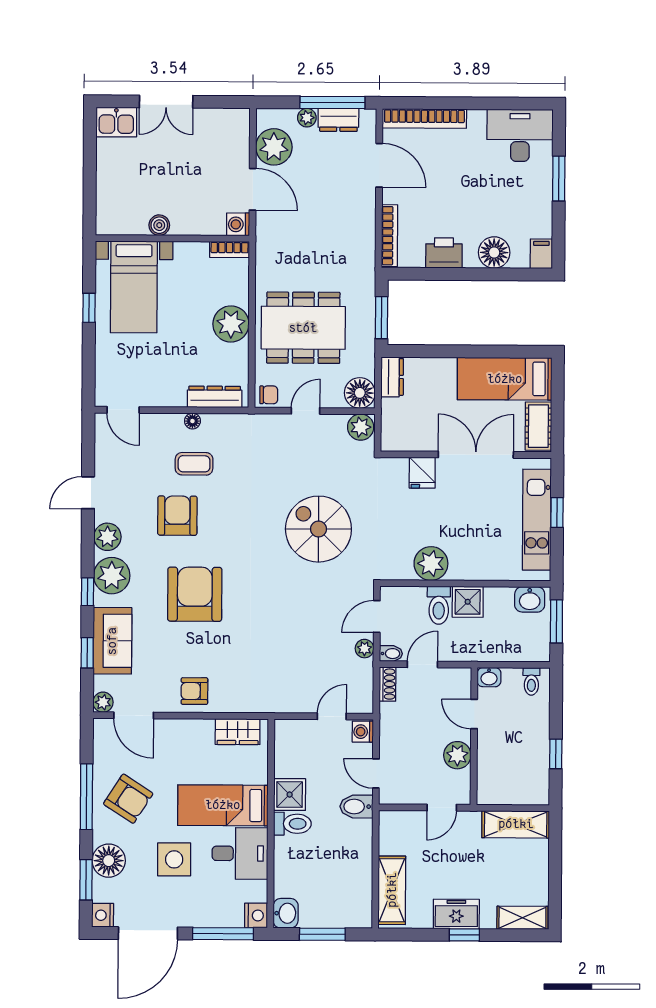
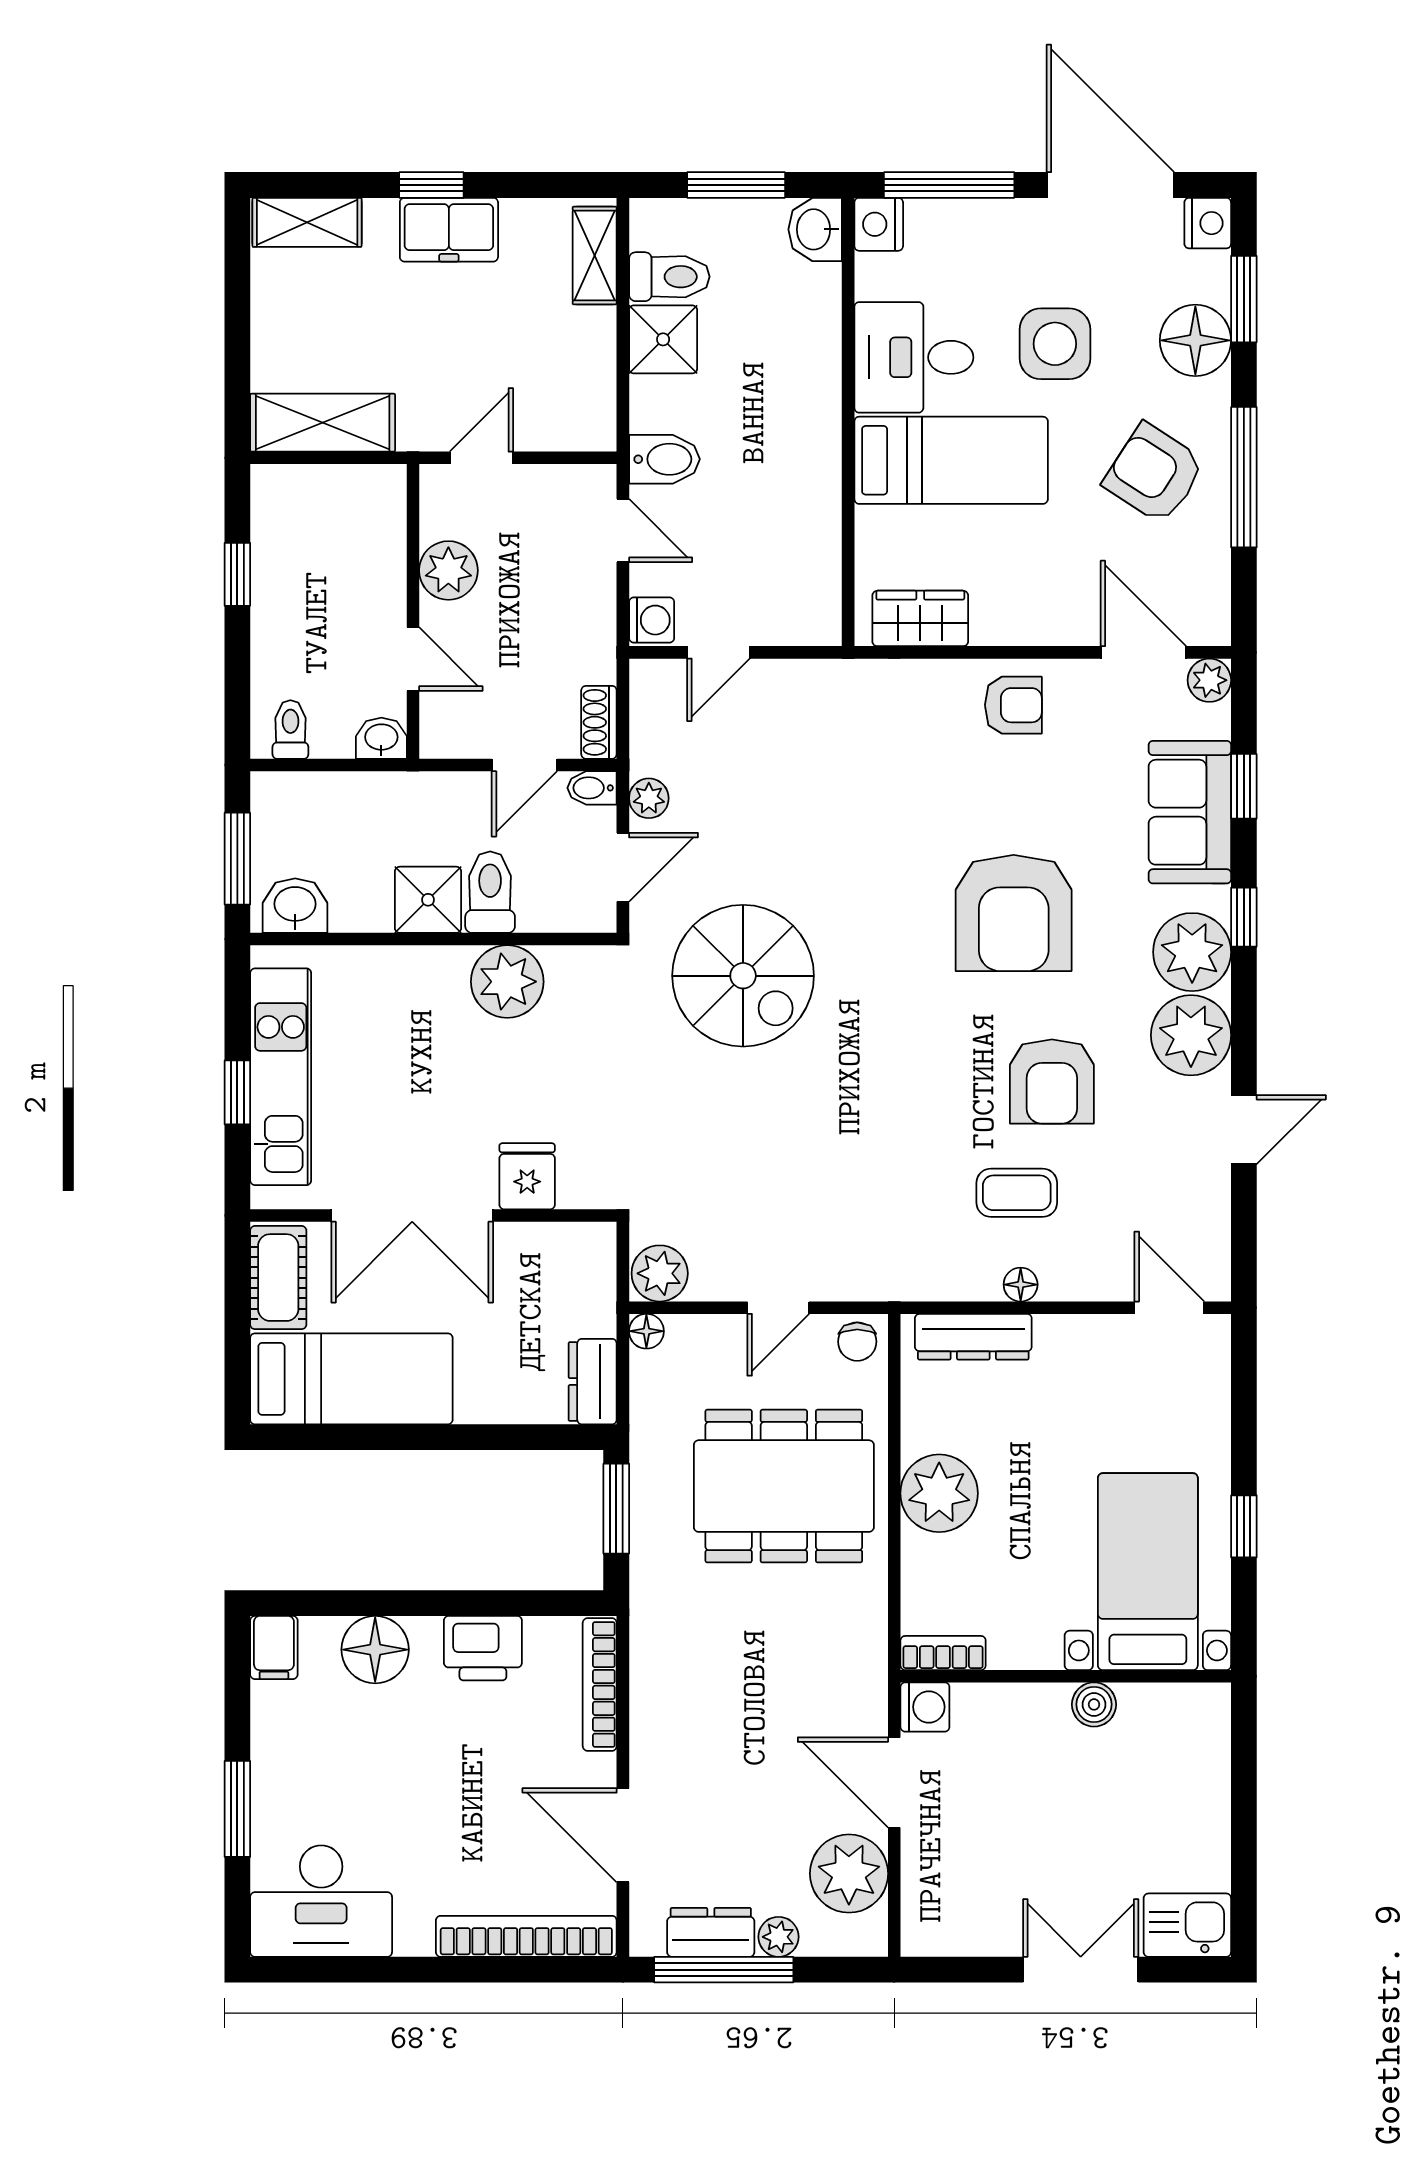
floor lamp: (360, 393) -> (646, 1331), width x0.53, depth x0.53
chair: (269, 395) -> (857, 1342), turned -90
spiral stairs: (318, 529) -> (743, 976), moved
plant: (107, 537) -> (1191, 1035), width x1.36, depth x1.36
shower: (290, 795) -> (663, 339), moved
toilet: (292, 824) -> (669, 277), moved, turned 180
shelving: (392, 890) -> (595, 256), width x0.67, depth x0.75
door: (148, 933) -> (1110, 185), hinge flipped

